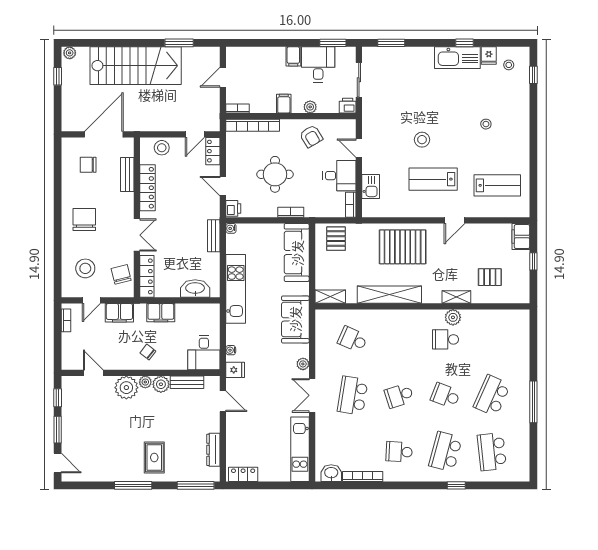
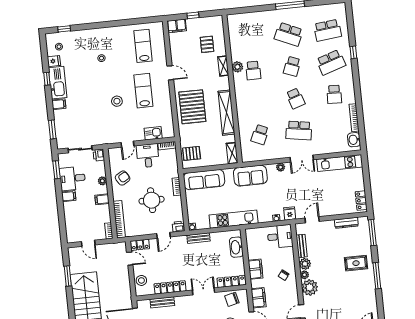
filing cabinet: (426, 56) -> (59, 104), added
lab bench: (433, 179) -> (143, 91), turned 180
school desk: (445, 452) -> (331, 62), turned -33

